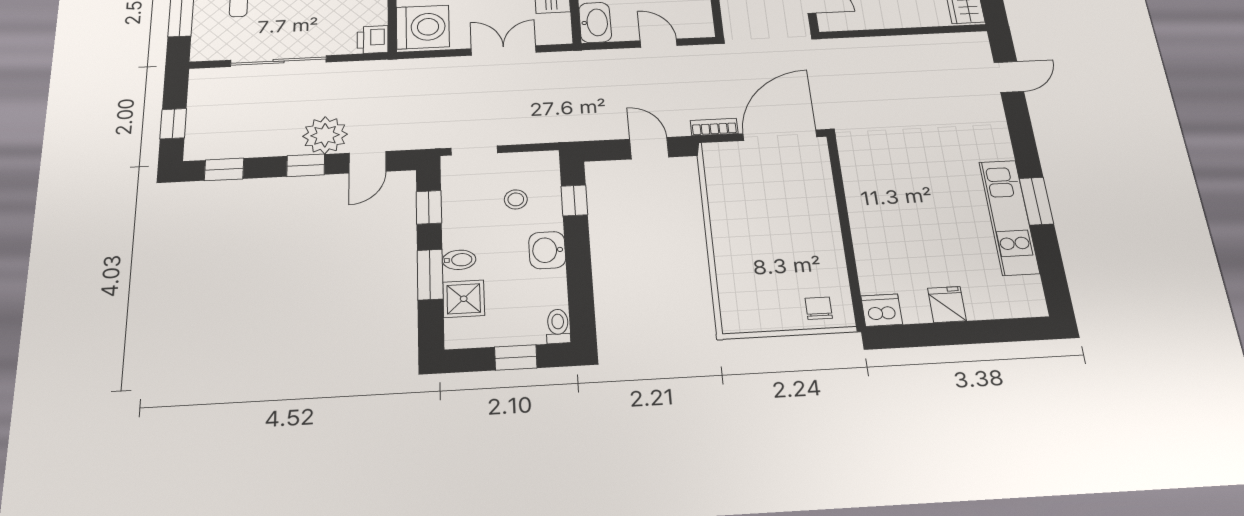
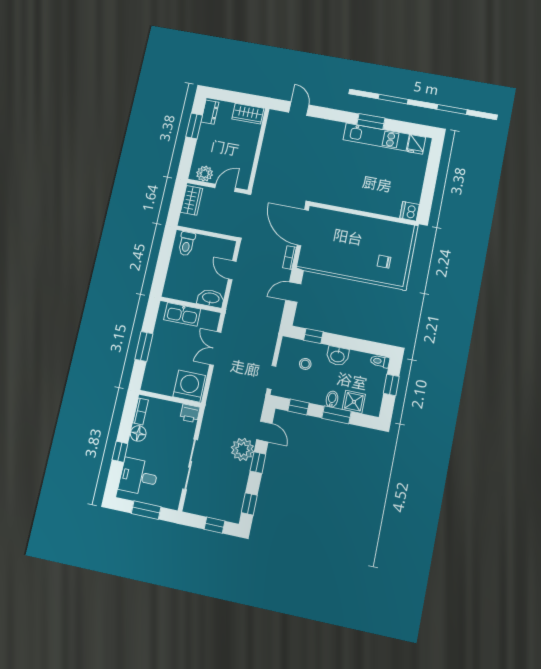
door: (659, 43) -> (232, 270), hinge flipped
fridge: (947, 305) -> (416, 144), moved, turned -90
chair: (819, 308) -> (384, 262), moved

